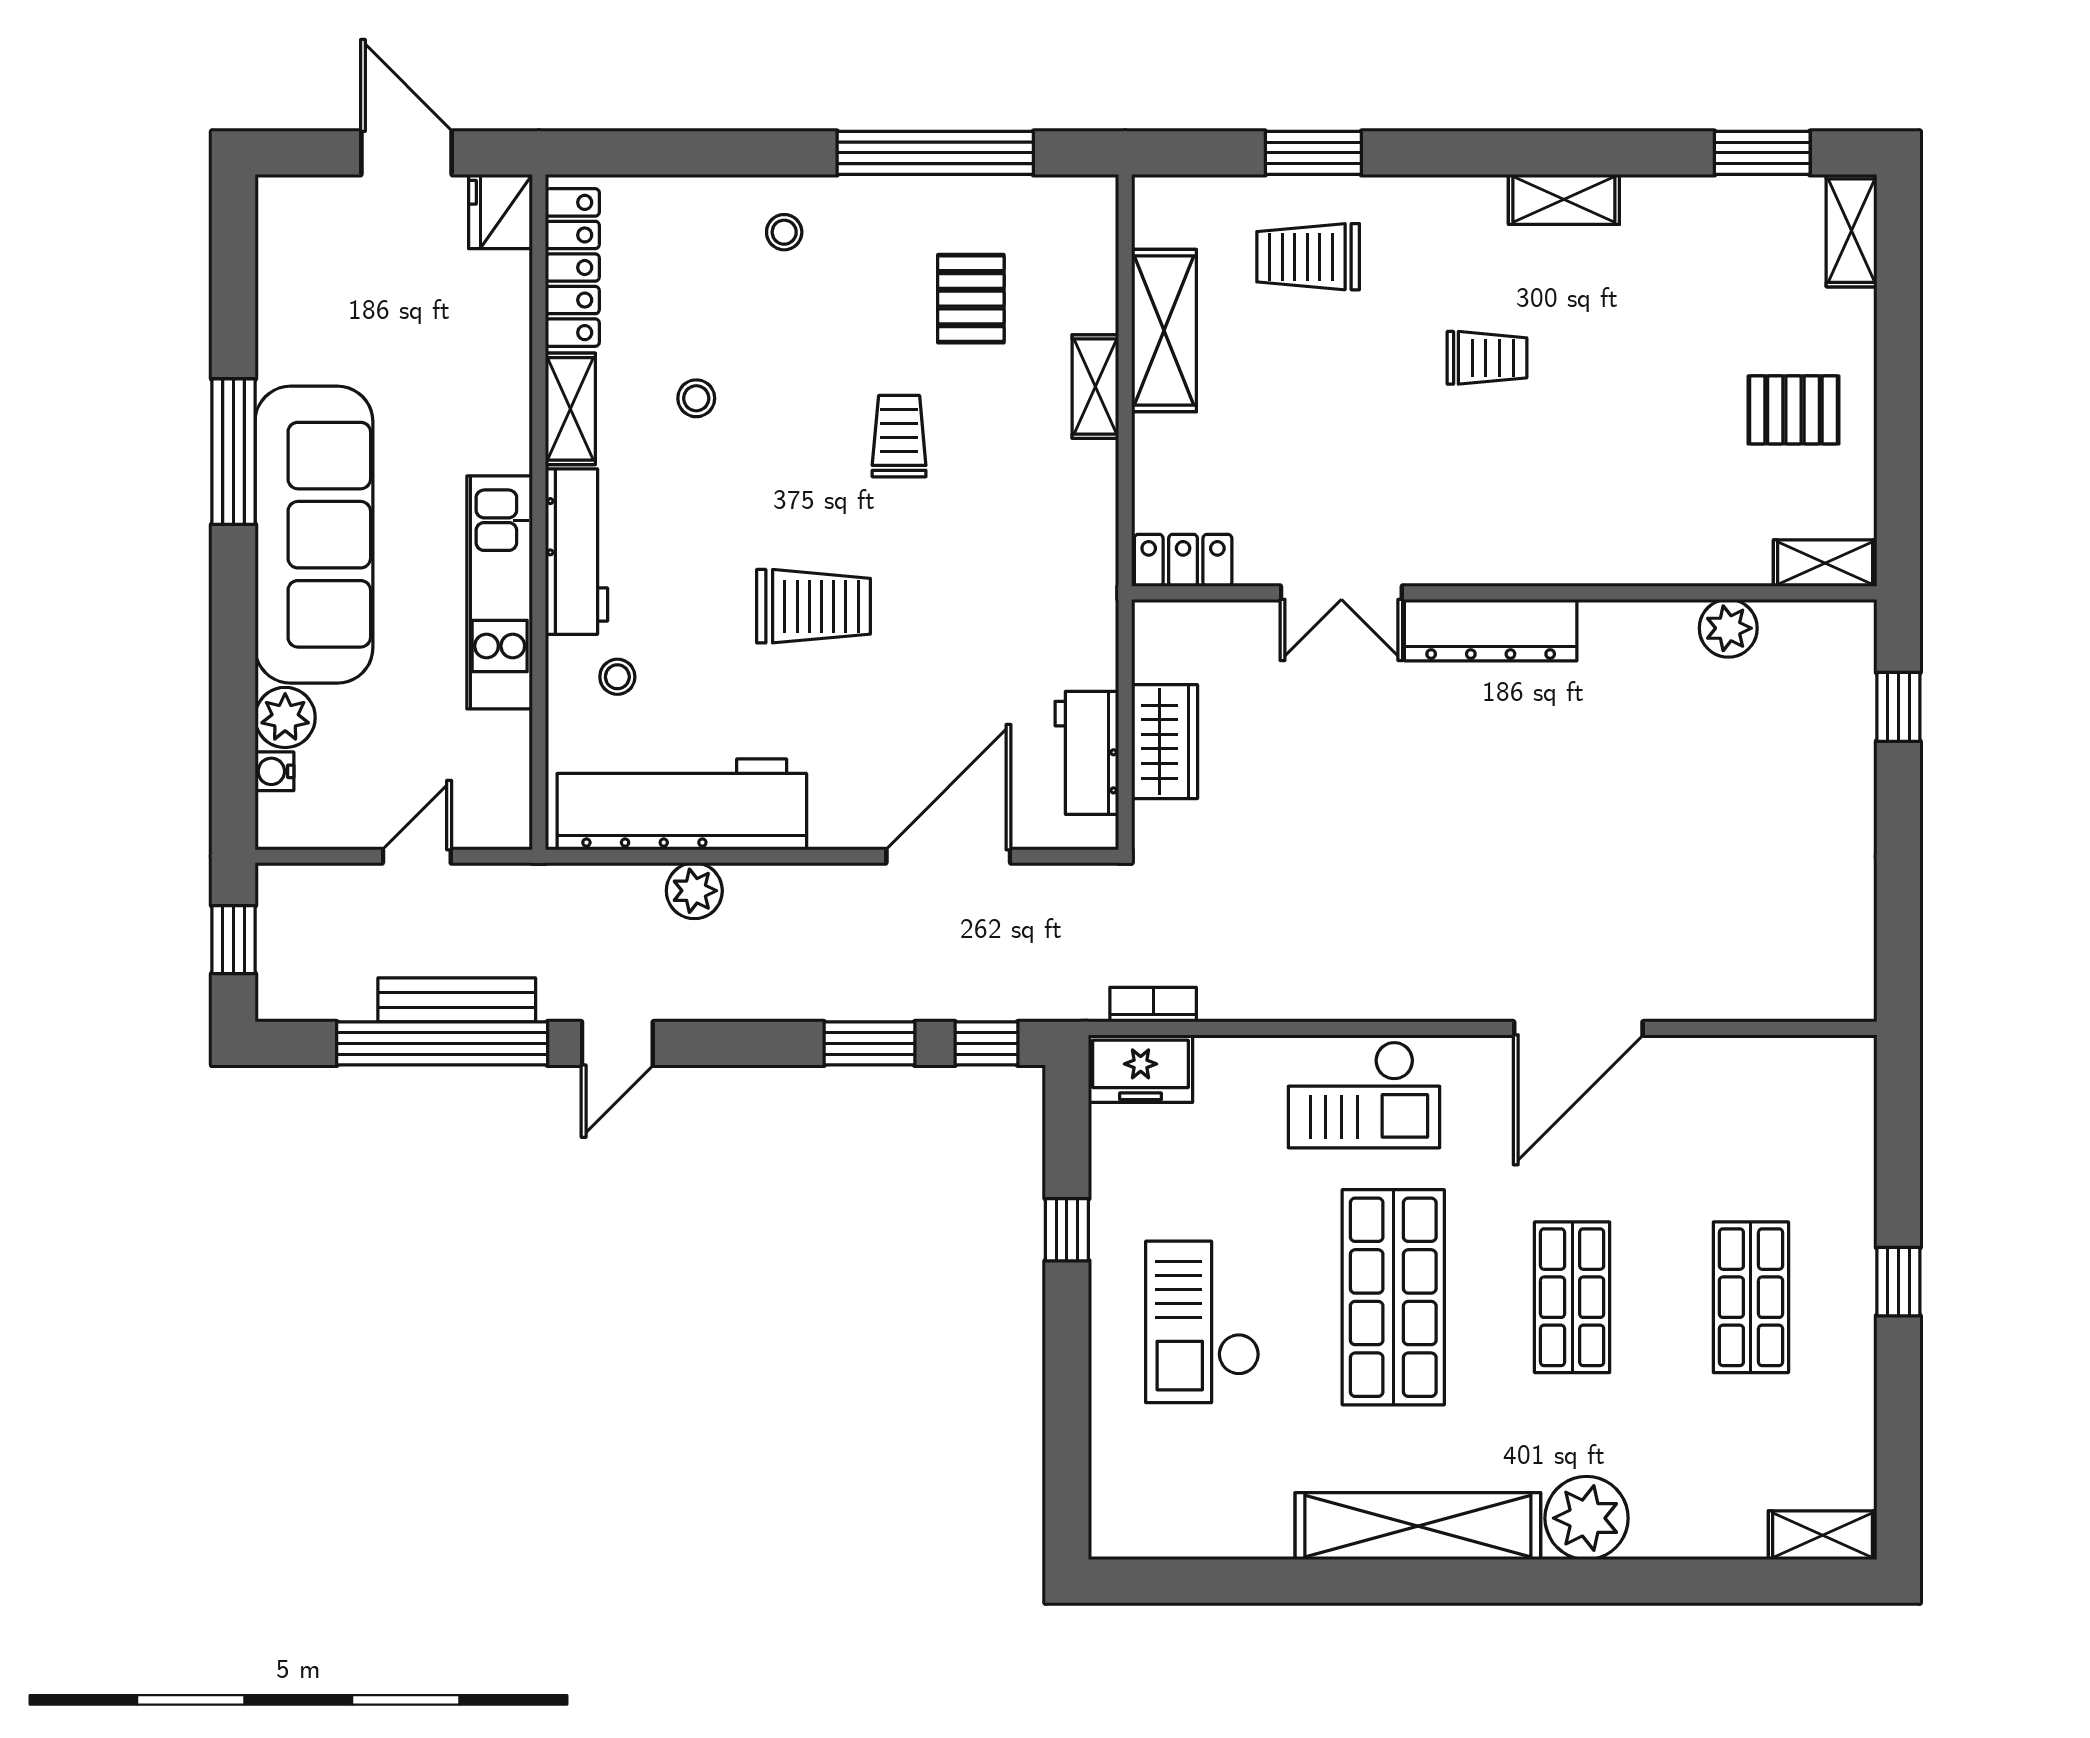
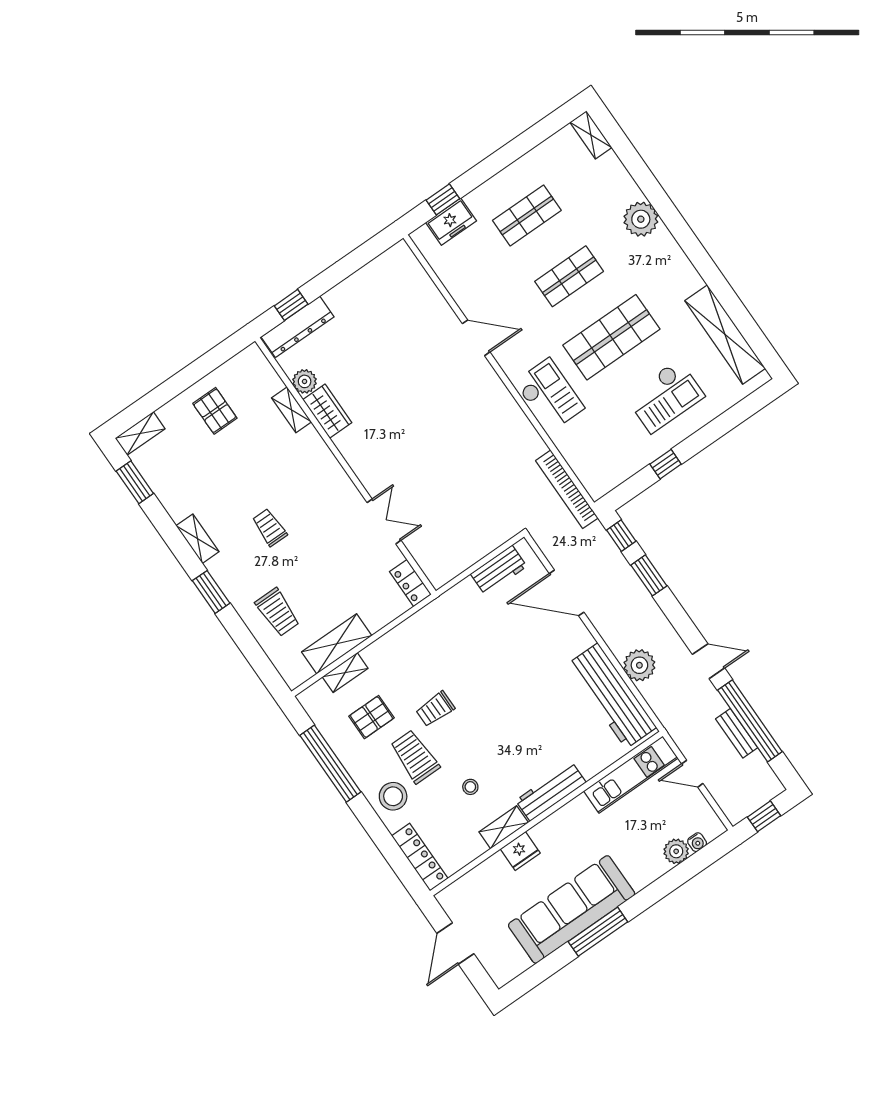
window: (1313, 153) -> (211, 592), moved
fridge: (501, 212) -> (520, 851), moved
stool: (784, 232) -> (393, 796), width x1.89, depth x1.89
locker: (572, 267) -> (420, 857), moved, turned 90
shelving: (1095, 387) -> (345, 673), moved
sofa: (314, 535) -> (572, 909), moved
shelving: (1825, 563) -> (291, 410), moved
kitchen unit: (500, 592) -> (631, 775), moved
trolley: (814, 606) -> (415, 757), moved
dresser: (1491, 630) -> (298, 327), moved, turned 90
stool: (617, 677) -> (584, 748), removed
wardrobe: (1165, 742) -> (327, 411), moved, turned 90
plant: (694, 891) -> (639, 665), width x1.36, depth x1.36
bench: (457, 1000) -> (737, 733), width x0.73
bookcase: (1153, 1005) -> (567, 489), width x2.31, depth x1.31
door: (1578, 1028) -> (476, 338), width x0.73
freezer: (1141, 1069) -> (451, 222), moved, turned 90
window: (1898, 1282) -> (443, 199), moved
shelving: (1418, 1526) -> (725, 335), moved

